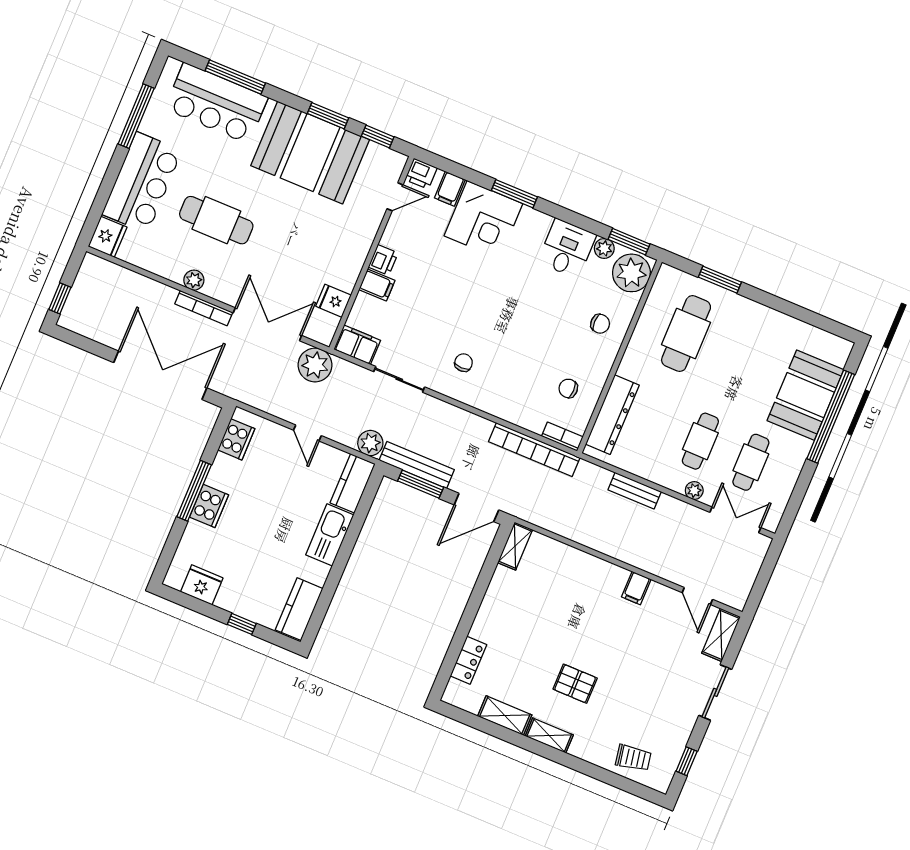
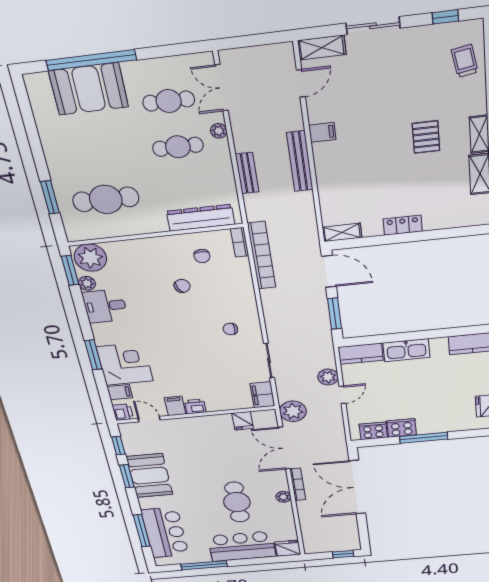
booth: (310, 153) -> (149, 476), width x0.73, depth x0.70
filing cabinet: (377, 285) -> (175, 406), moved
chair: (600, 324) -> (182, 286), moved, turned 65
plant: (370, 443) -> (328, 377), moved
bench: (417, 465) -> (300, 161), moved
cooker: (209, 506) -> (402, 428), moved
locker: (468, 660) -> (403, 225), moved

